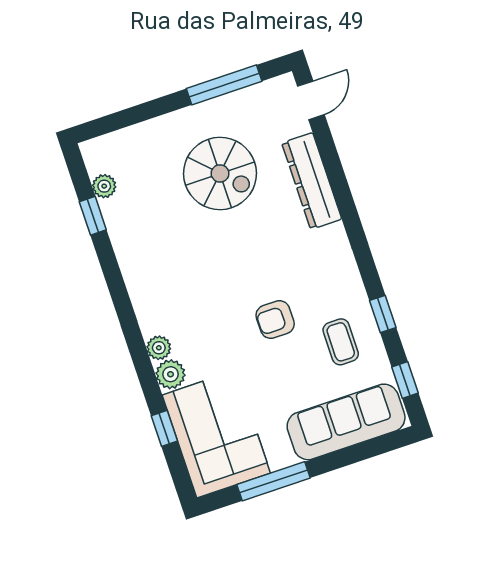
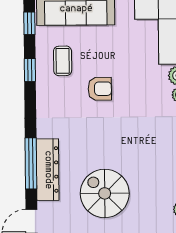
window: (338, 182) -> (31, 163), added

